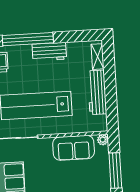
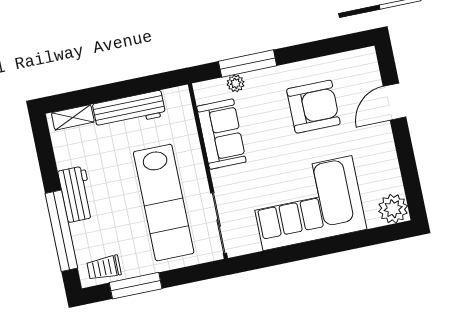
plant: (103, 140) -> (236, 83), moved

